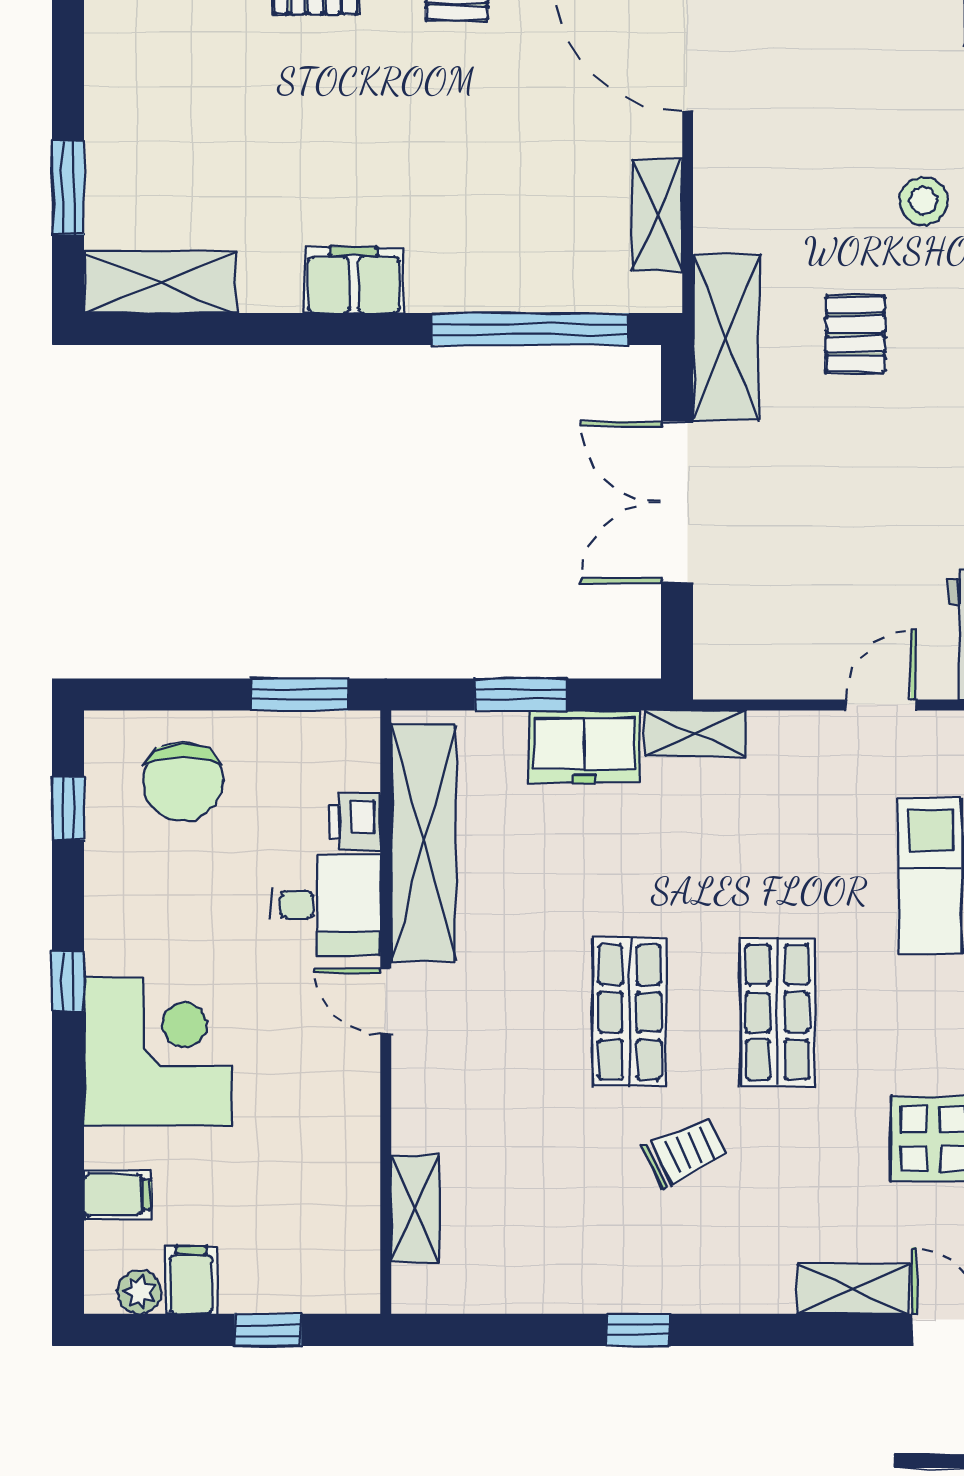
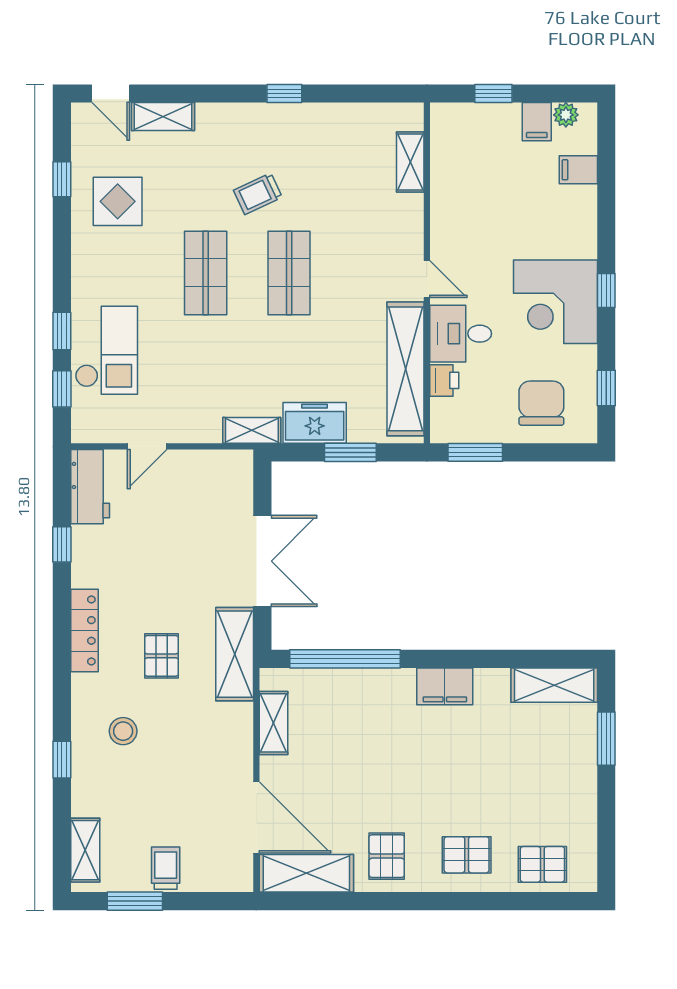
corner desk: (158, 1052) -> (555, 302), moved

